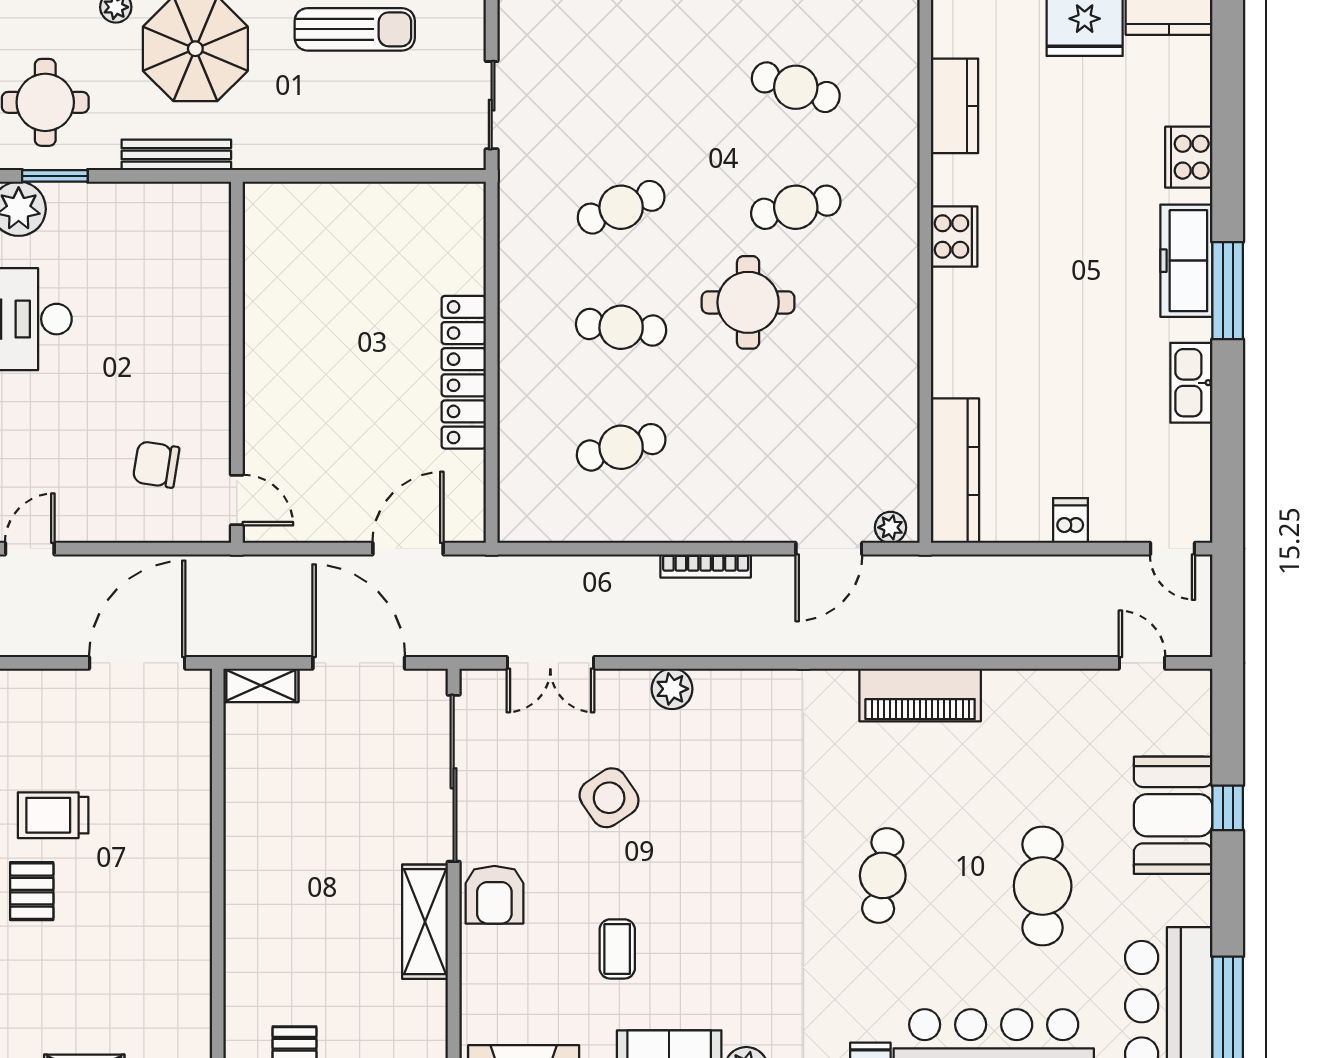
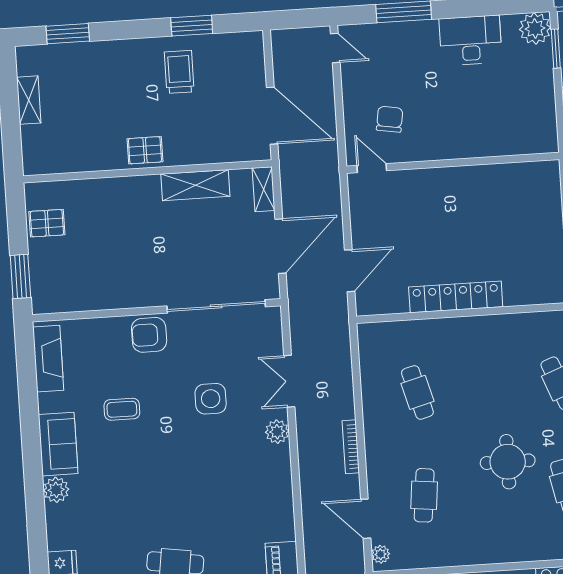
cafe table: (621, 327) -> (424, 495), moved
door: (237, 500) -> (372, 168), swing flipped
door: (408, 549) -> (350, 271), hinge flipped
double door: (550, 663) -> (289, 381), moved
side table: (609, 798) -> (211, 399), turned 34
pallet: (32, 891) -> (145, 150), moved
shelving: (425, 922) -> (195, 185), moved

